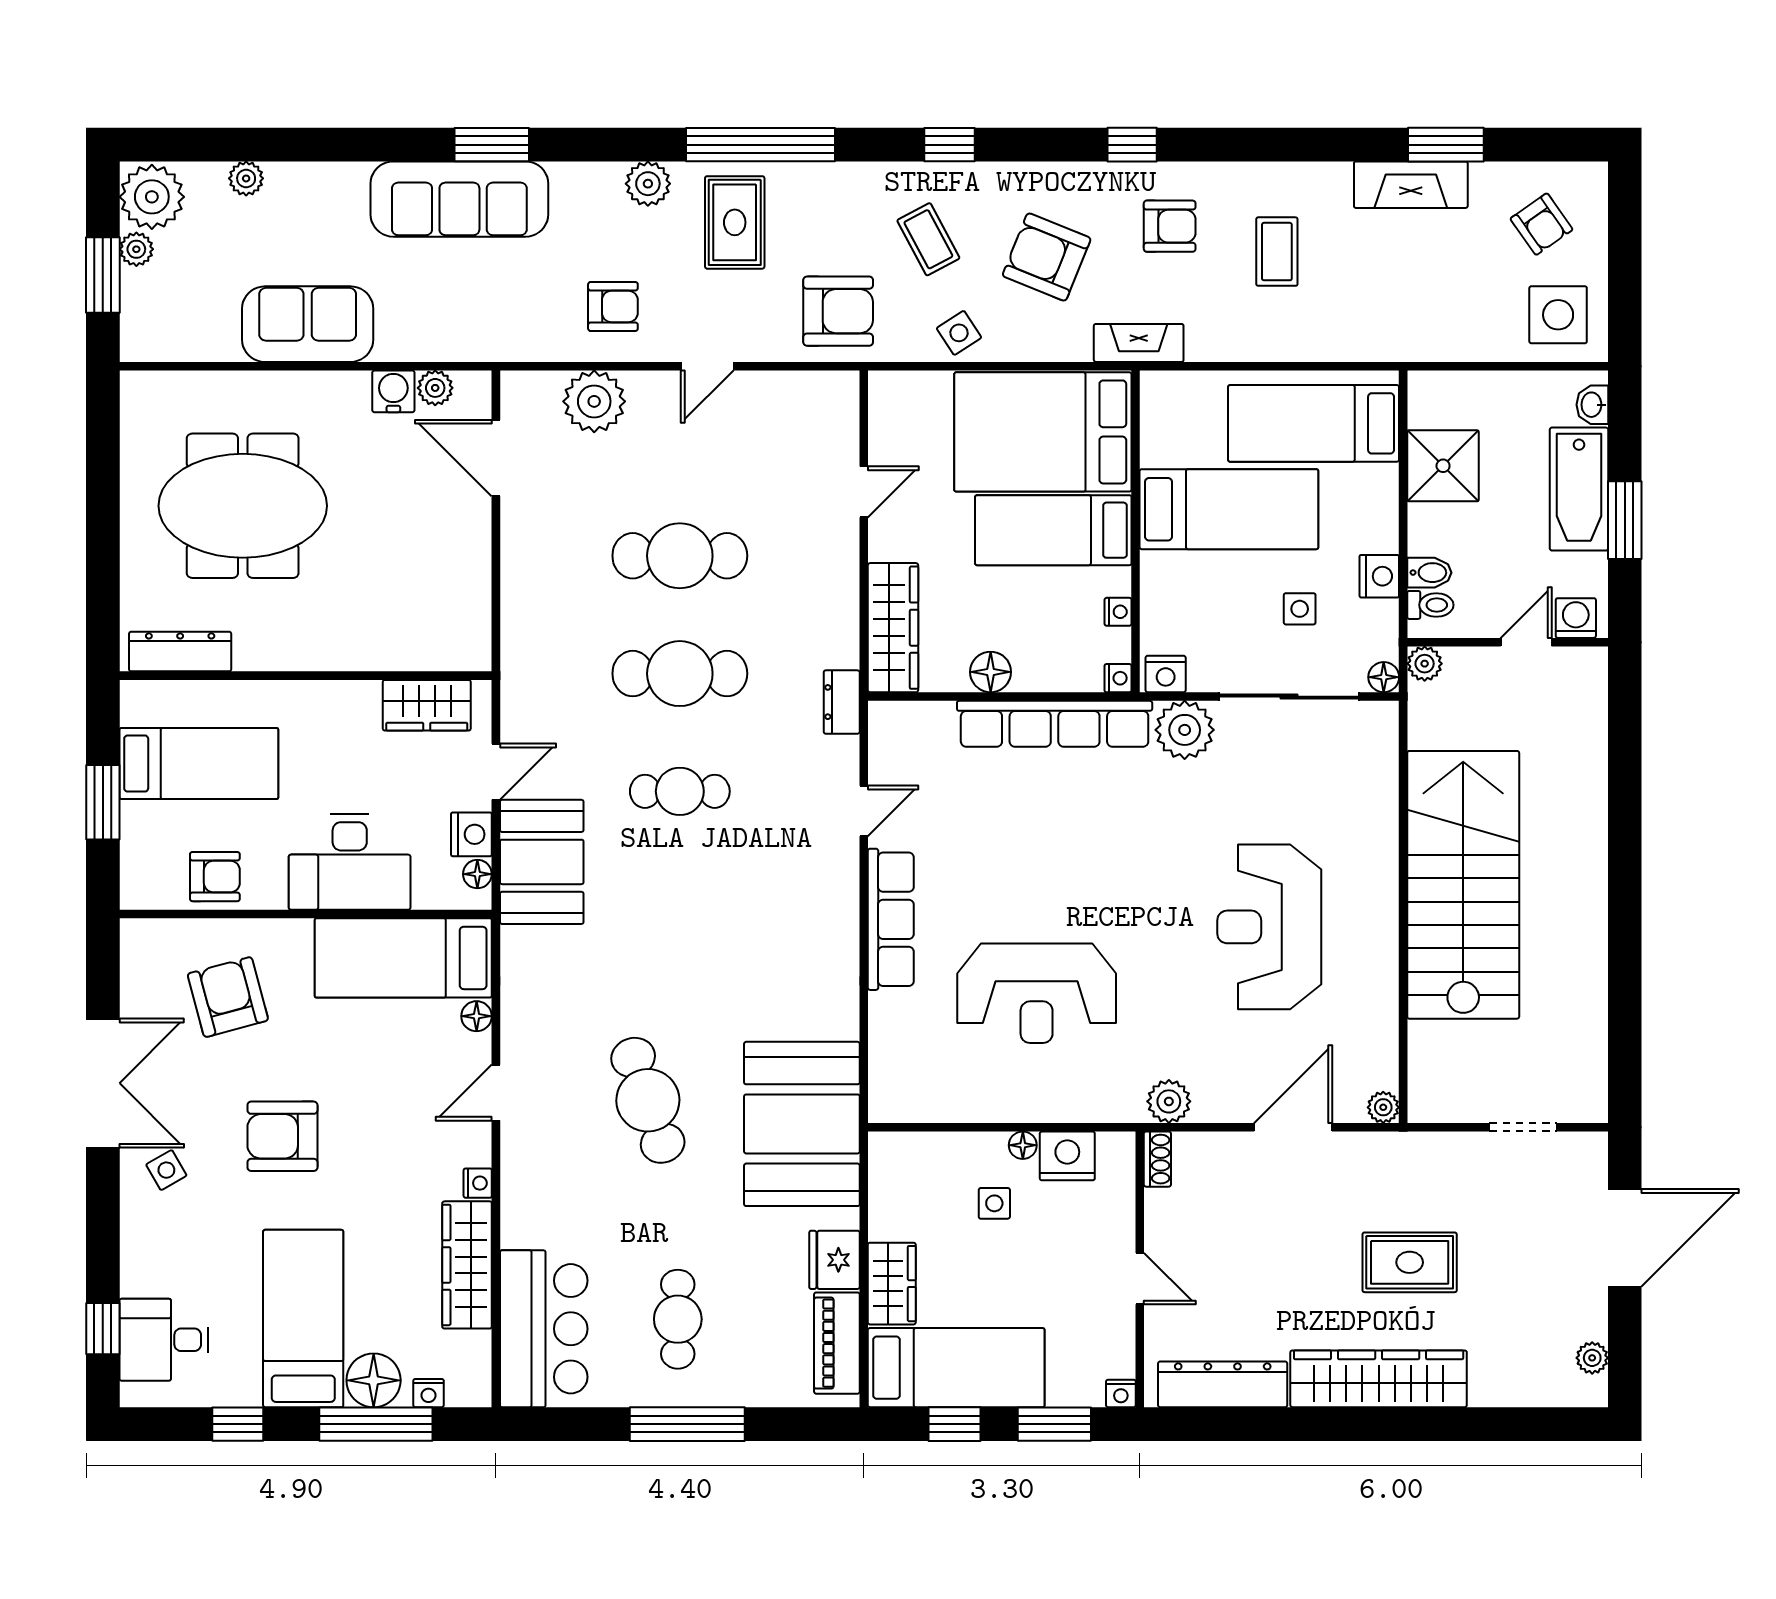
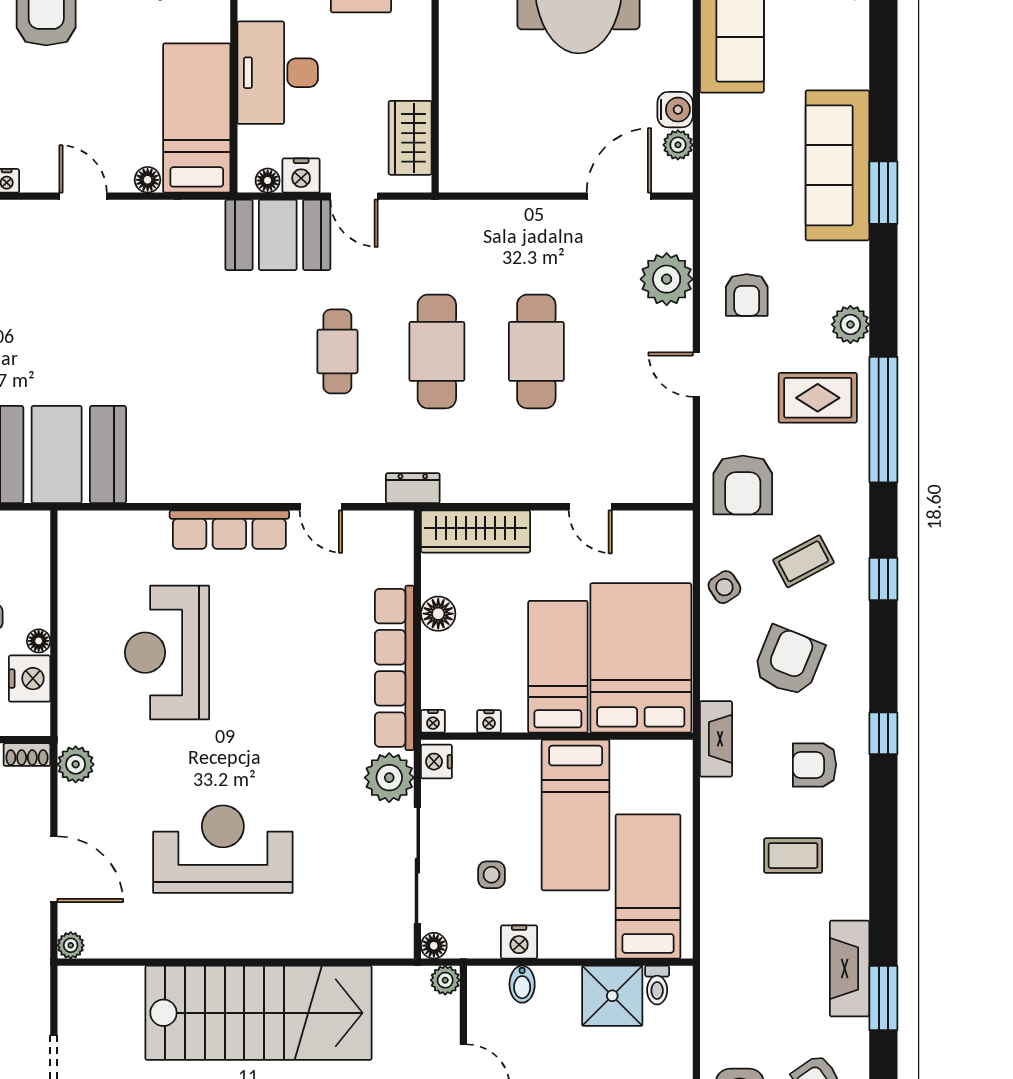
armchair: (1170, 226) -> (815, 765), turned 90
toilet: (1430, 605) -> (657, 985), moved
cafe table: (648, 1100) -> (77, 324), removed

